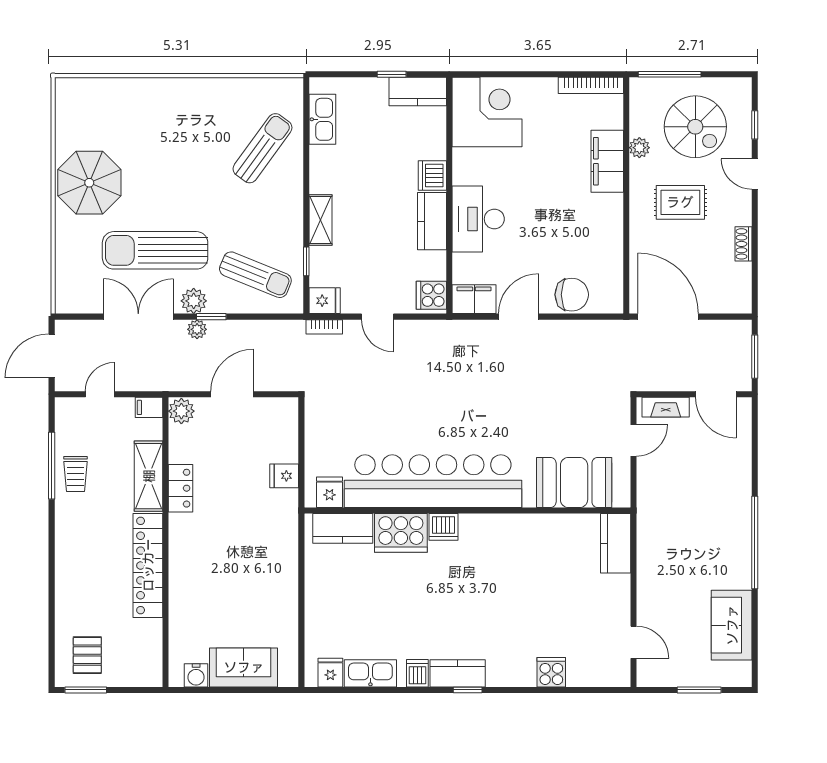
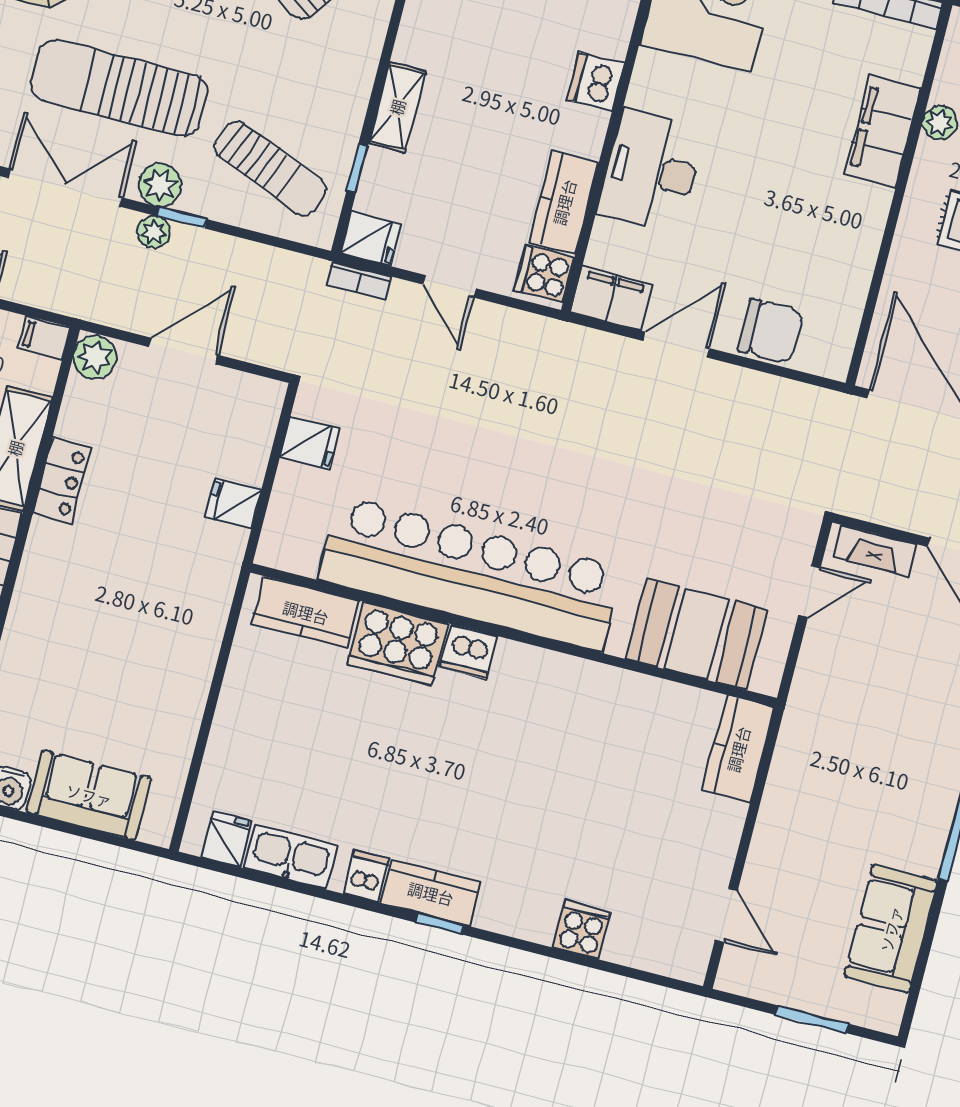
kitchen counter: (432, 221) -> (564, 202), moved
fridge: (330, 492) -> (310, 443), moved, turned 90

